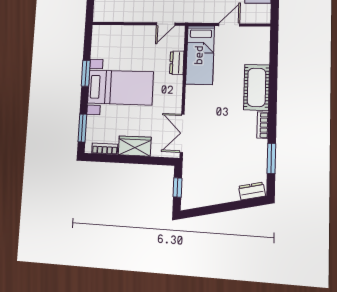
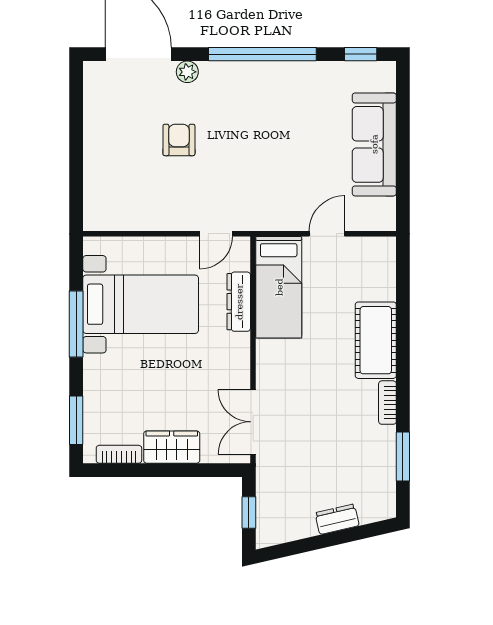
dresser: (177, 63) -> (239, 302), width x1.44
window: (86, 73) -> (76, 324), width x1.44
bed with nightstands: (120, 88) -> (141, 304), moved
dresser: (252, 191) -> (337, 519), moved

